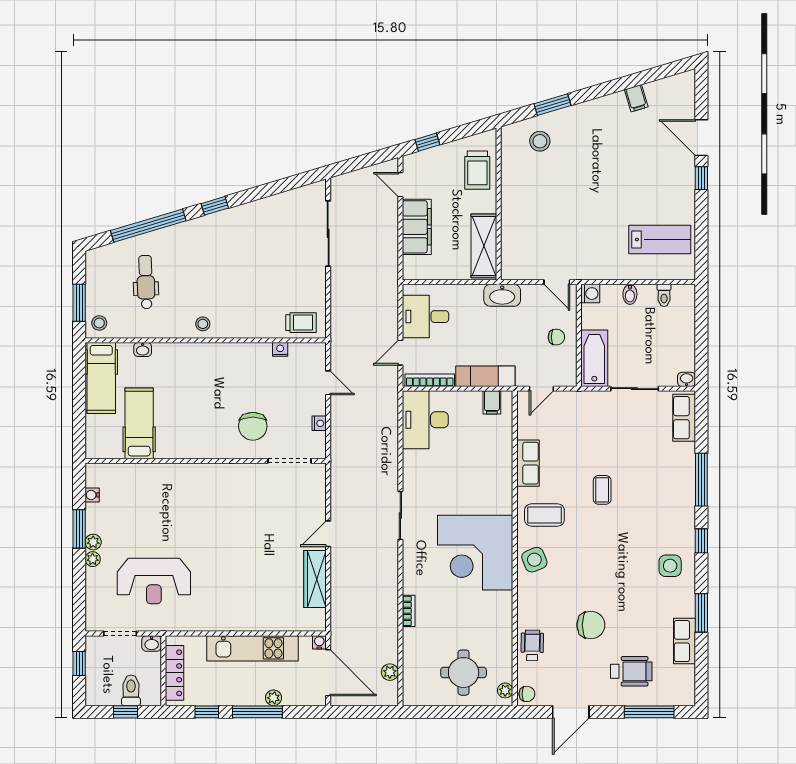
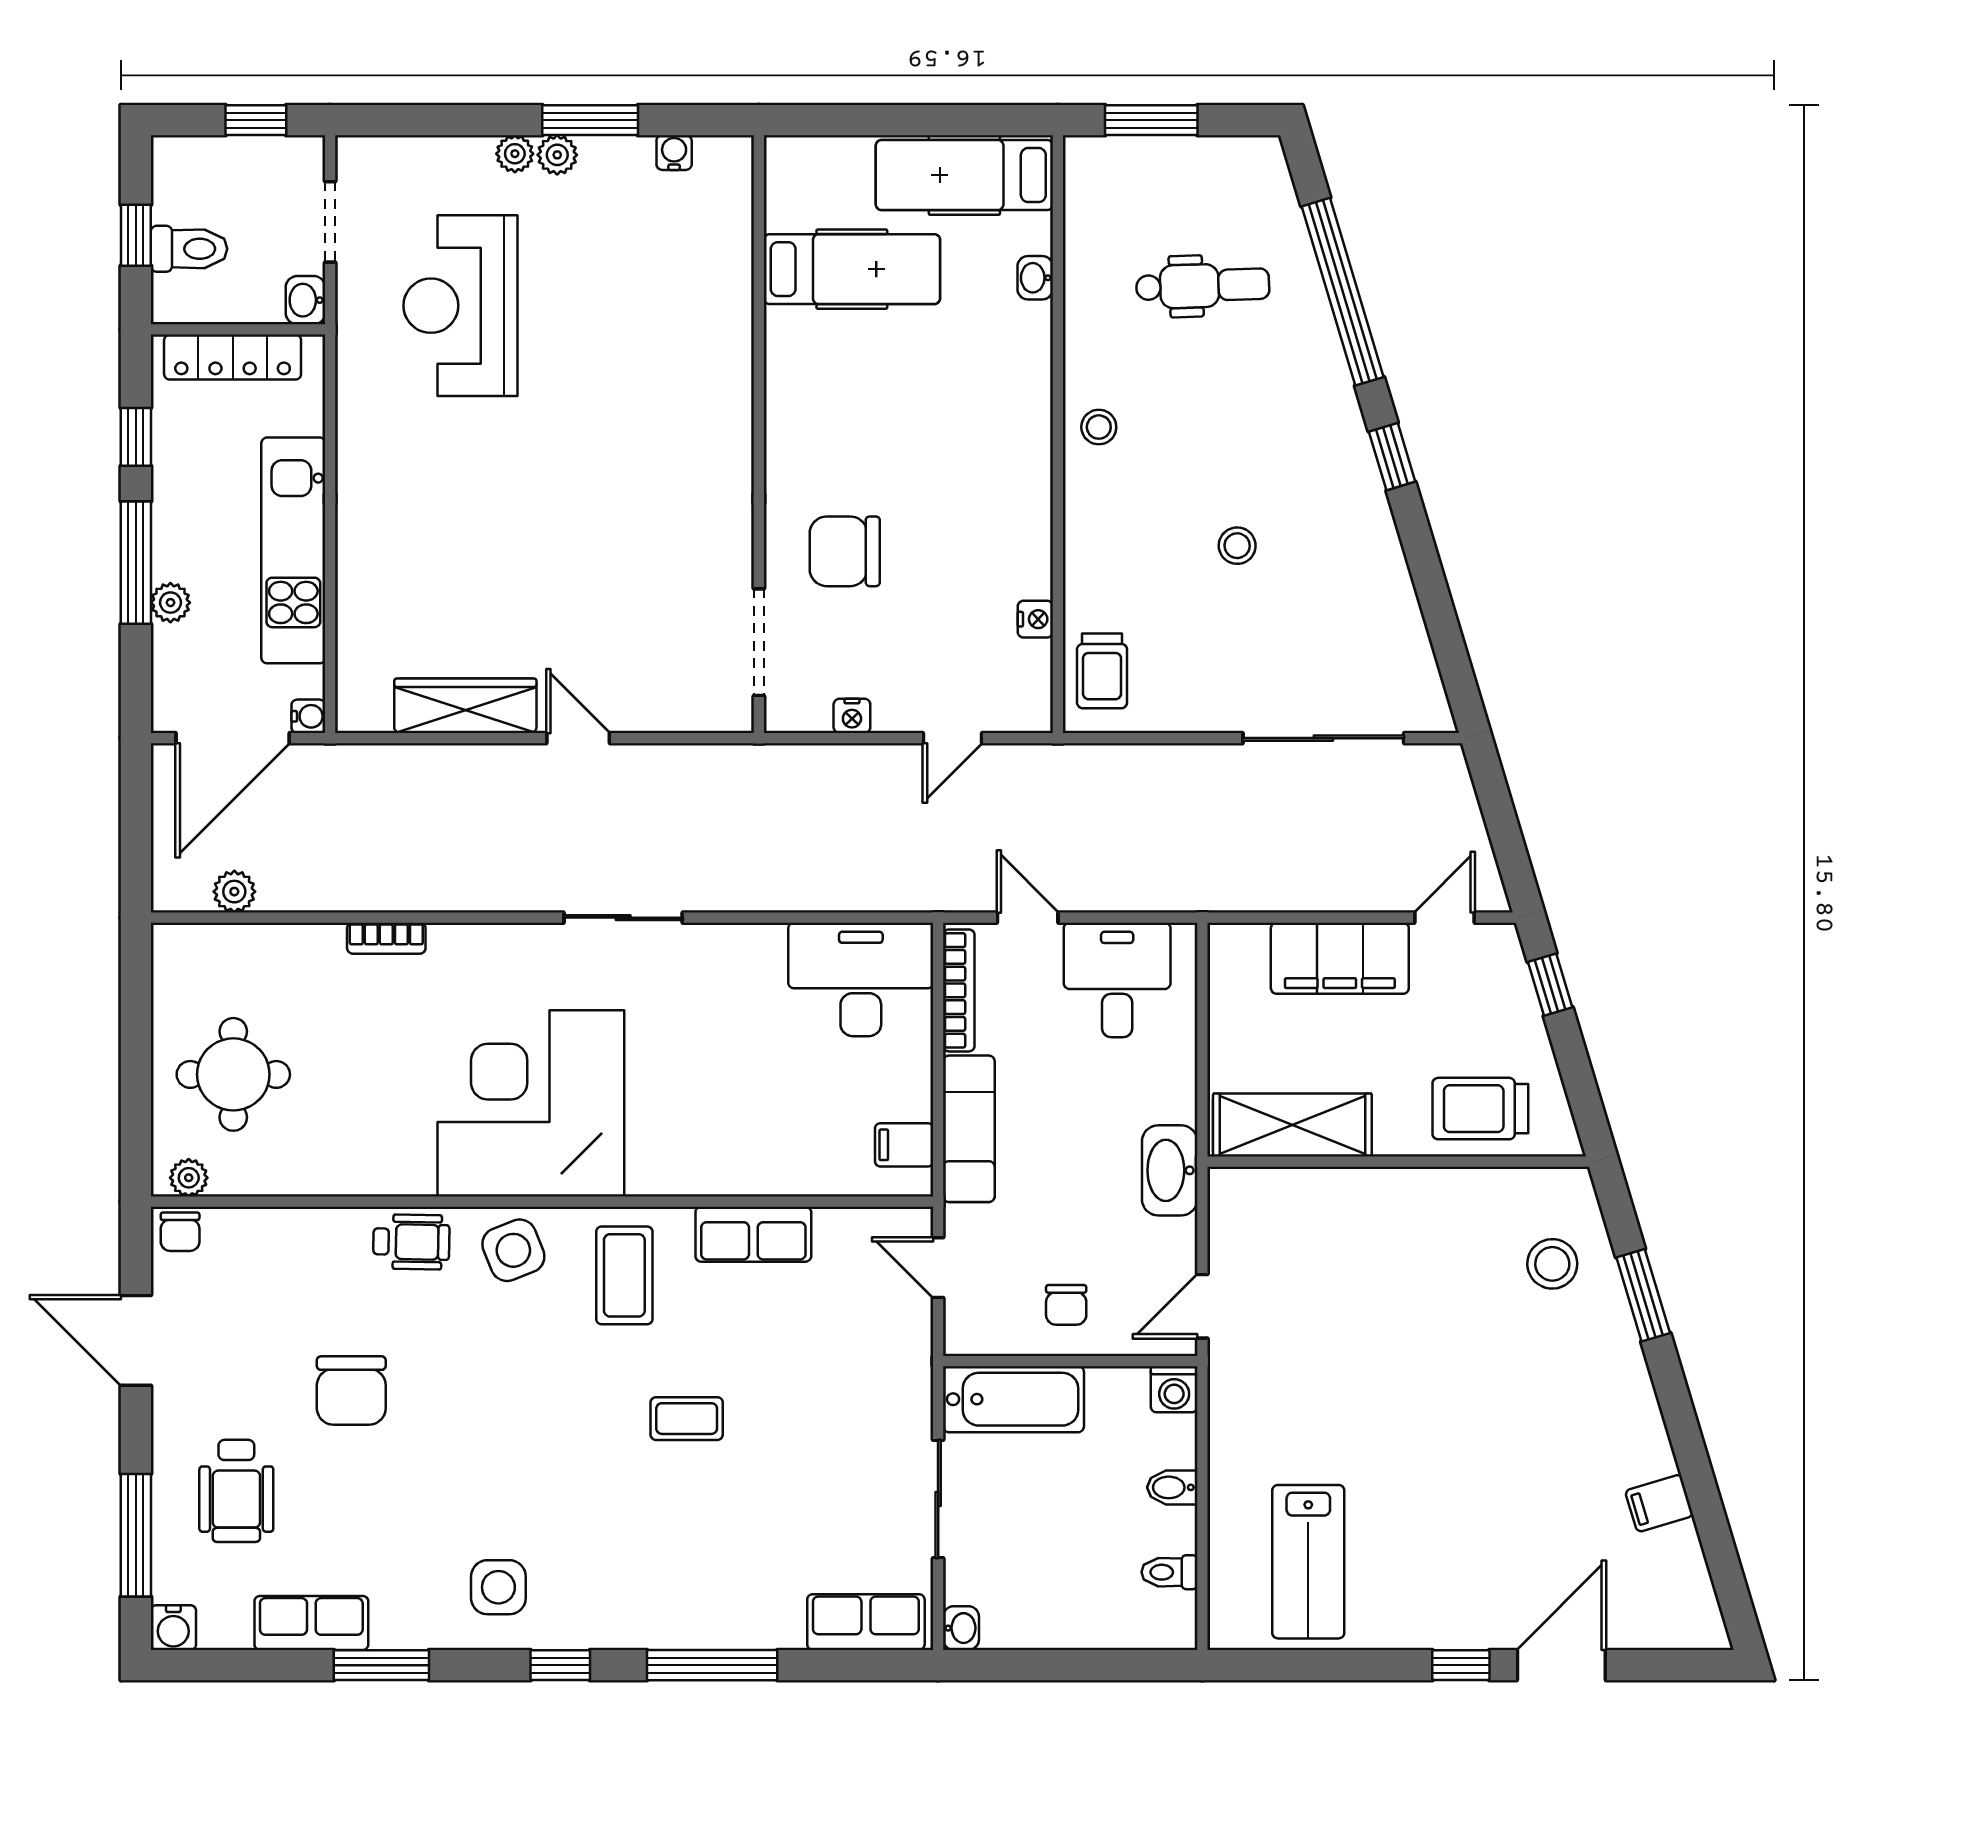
stool: (99, 323) -> (1237, 546), moved
wheelchair: (532, 645) -> (411, 1242), moved
water cooler: (686, 697) -> (173, 1628), added

